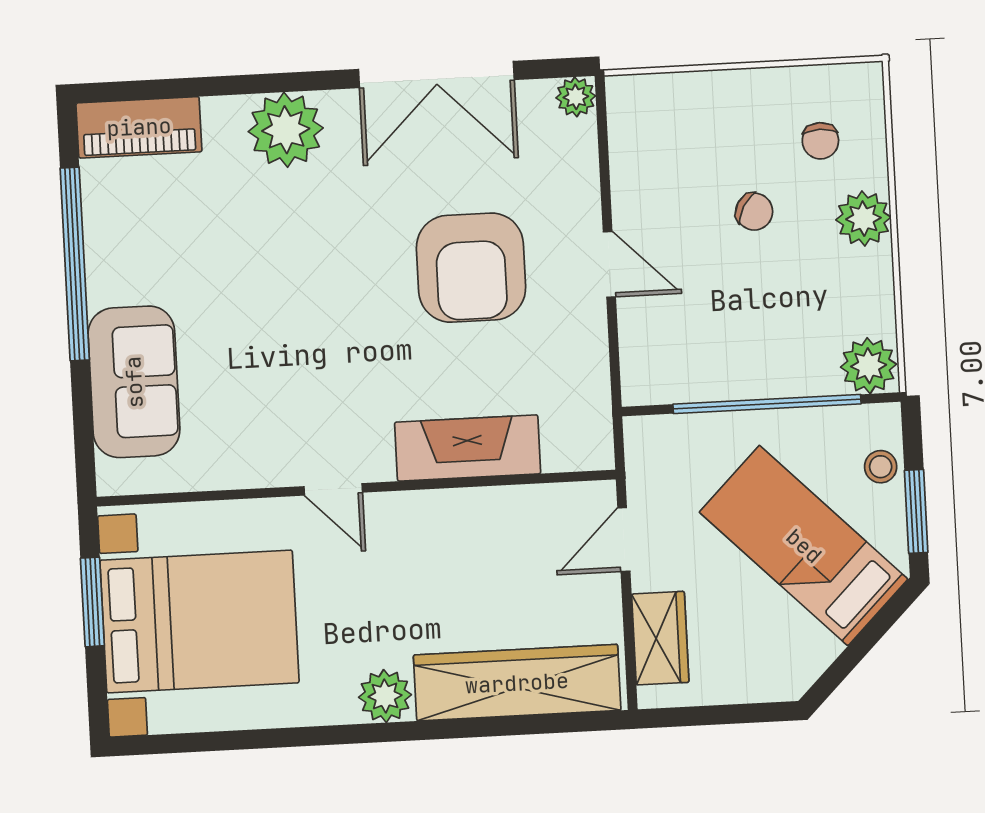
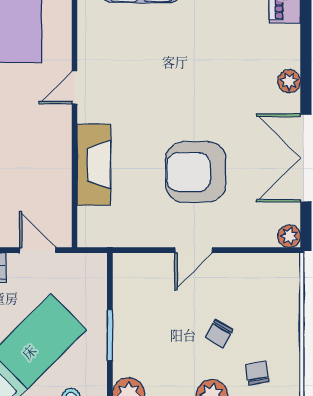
plant: (286, 130) -> (289, 81), width x0.53, depth x0.53
chair: (820, 141) -> (257, 373), turned 80
window: (767, 404) -> (110, 335), width x0.47

